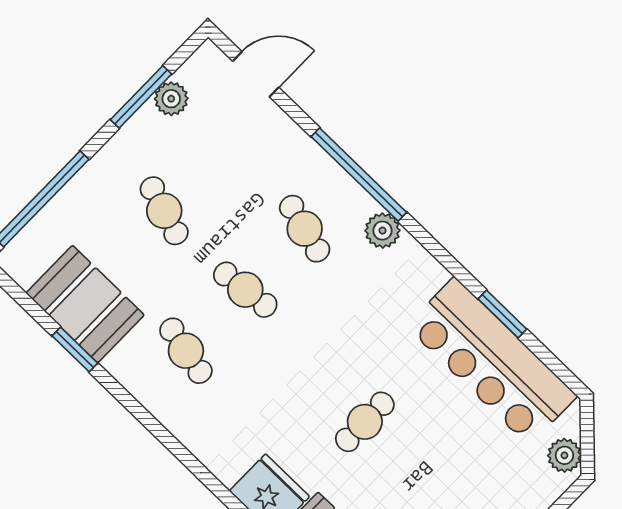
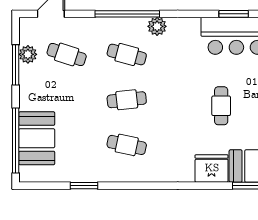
cafe table: (164, 211) -> (67, 54), moved
booth: (85, 304) -> (37, 138), moved, turned 90

